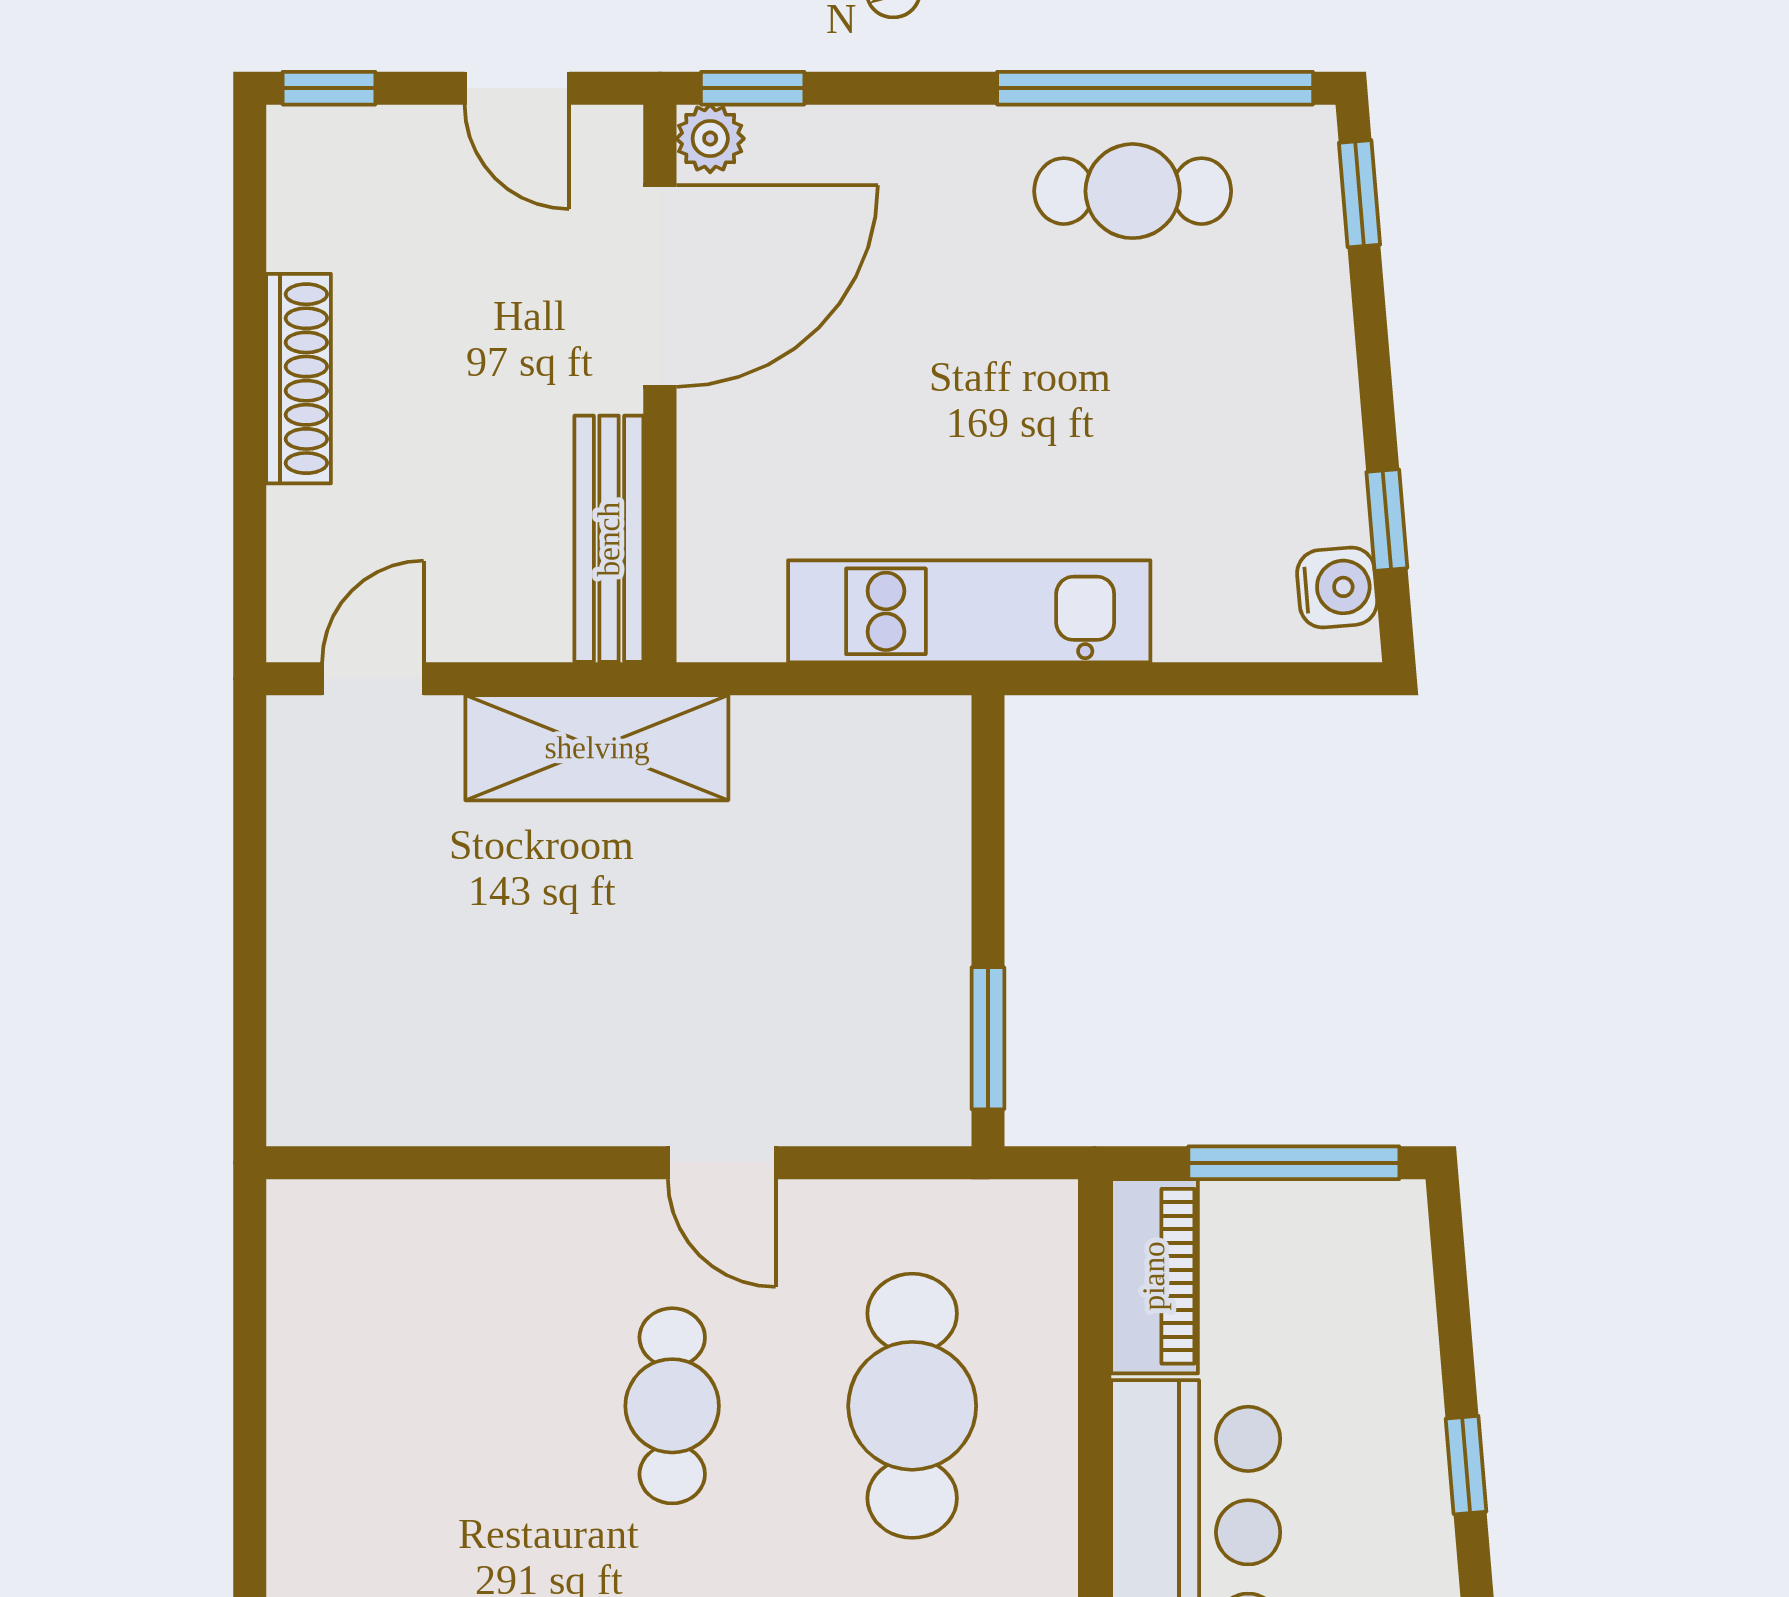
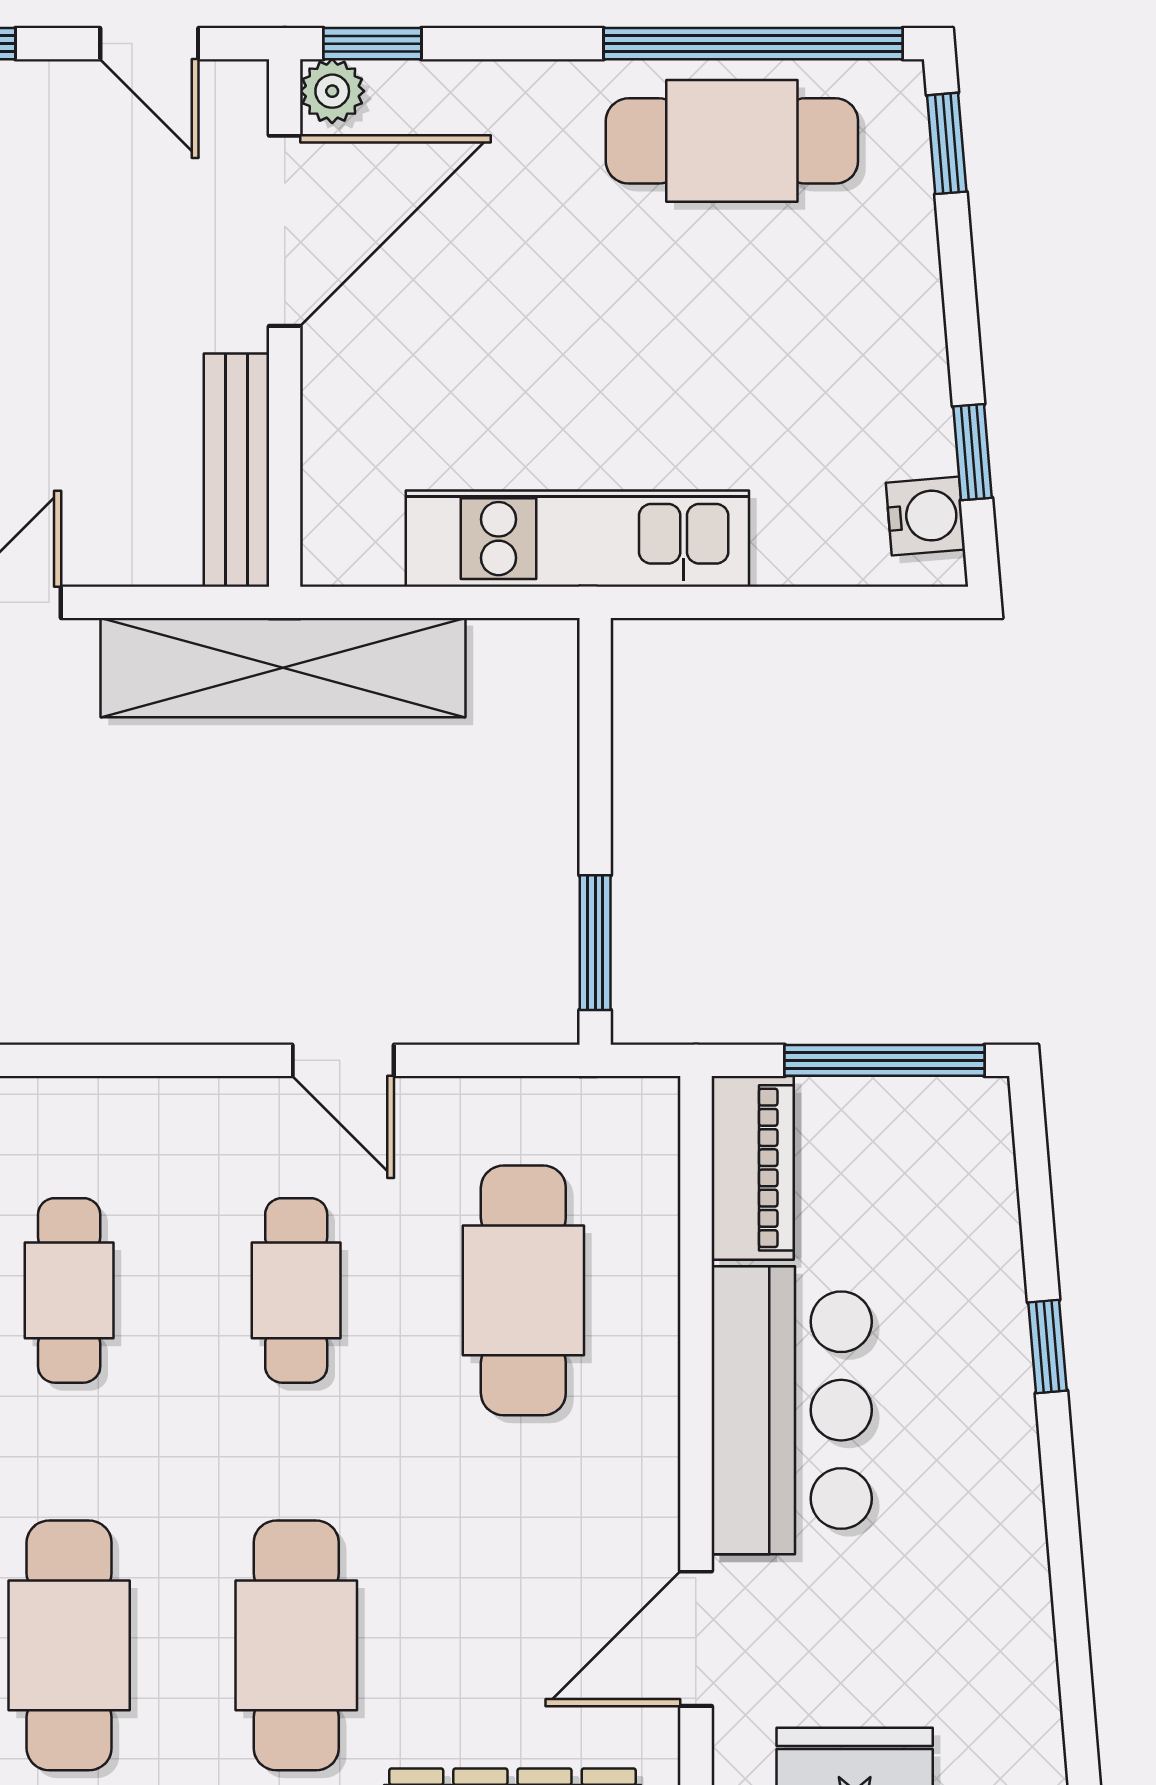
cafe table: (1133, 191) -> (732, 141), width x1.37, depth x1.35
shelving: (597, 748) -> (283, 668), width x1.47
cafe table: (432, 1406) -> (69, 1290), added

